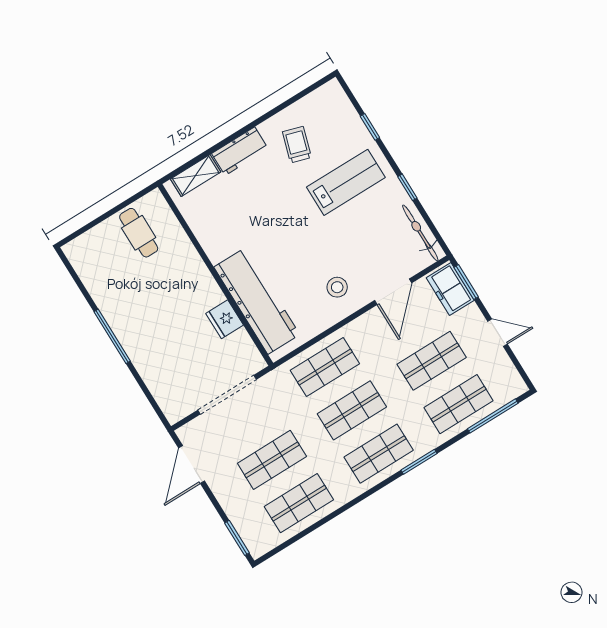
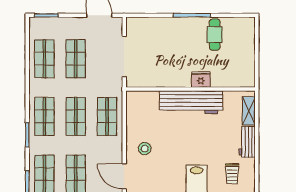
trolley: (297, 145) -> (232, 174), turned 73
cafe table: (139, 233) -> (215, 35), moved, turned 90
workbench: (257, 301) -> (191, 102), moved
fridge: (225, 319) -> (201, 80), moved

